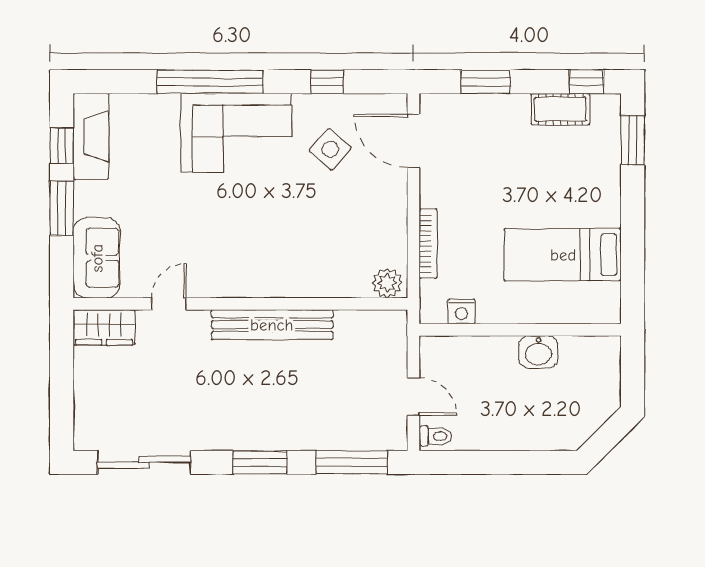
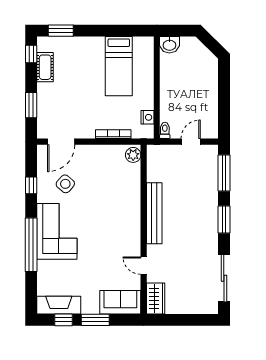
washbasin: (538, 352) -> (169, 45), moved, turned 90
toilet: (436, 436) -> (165, 130), moved

